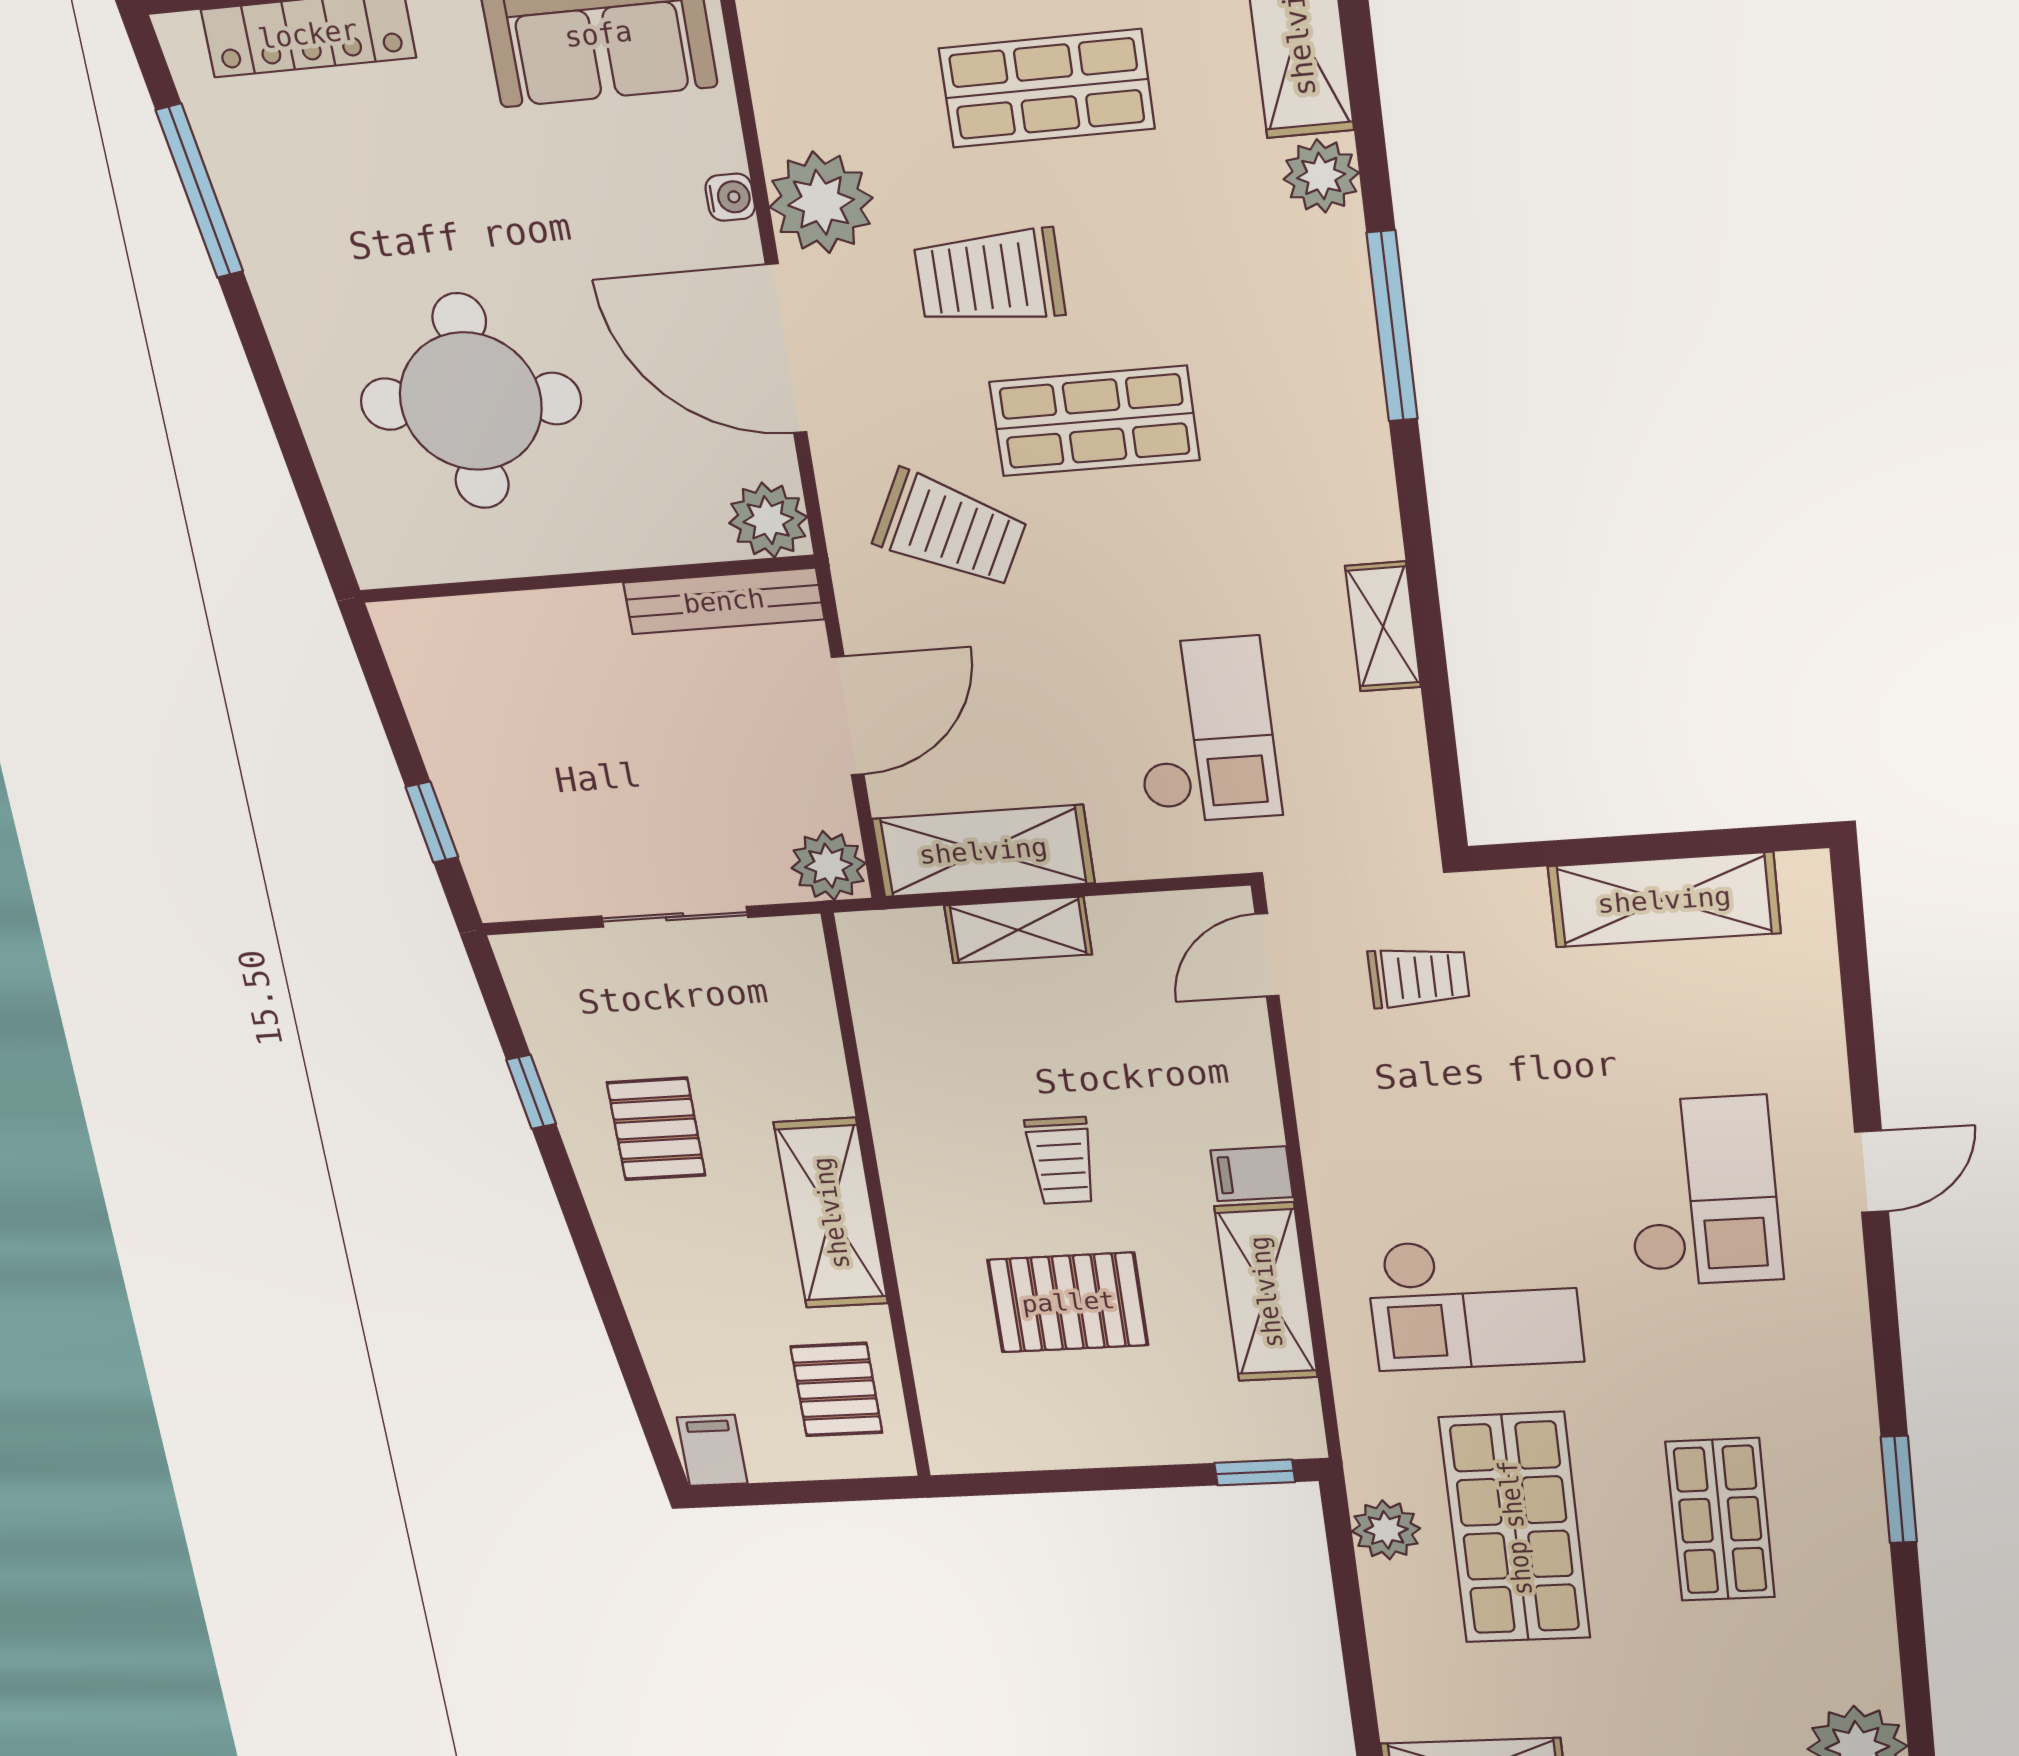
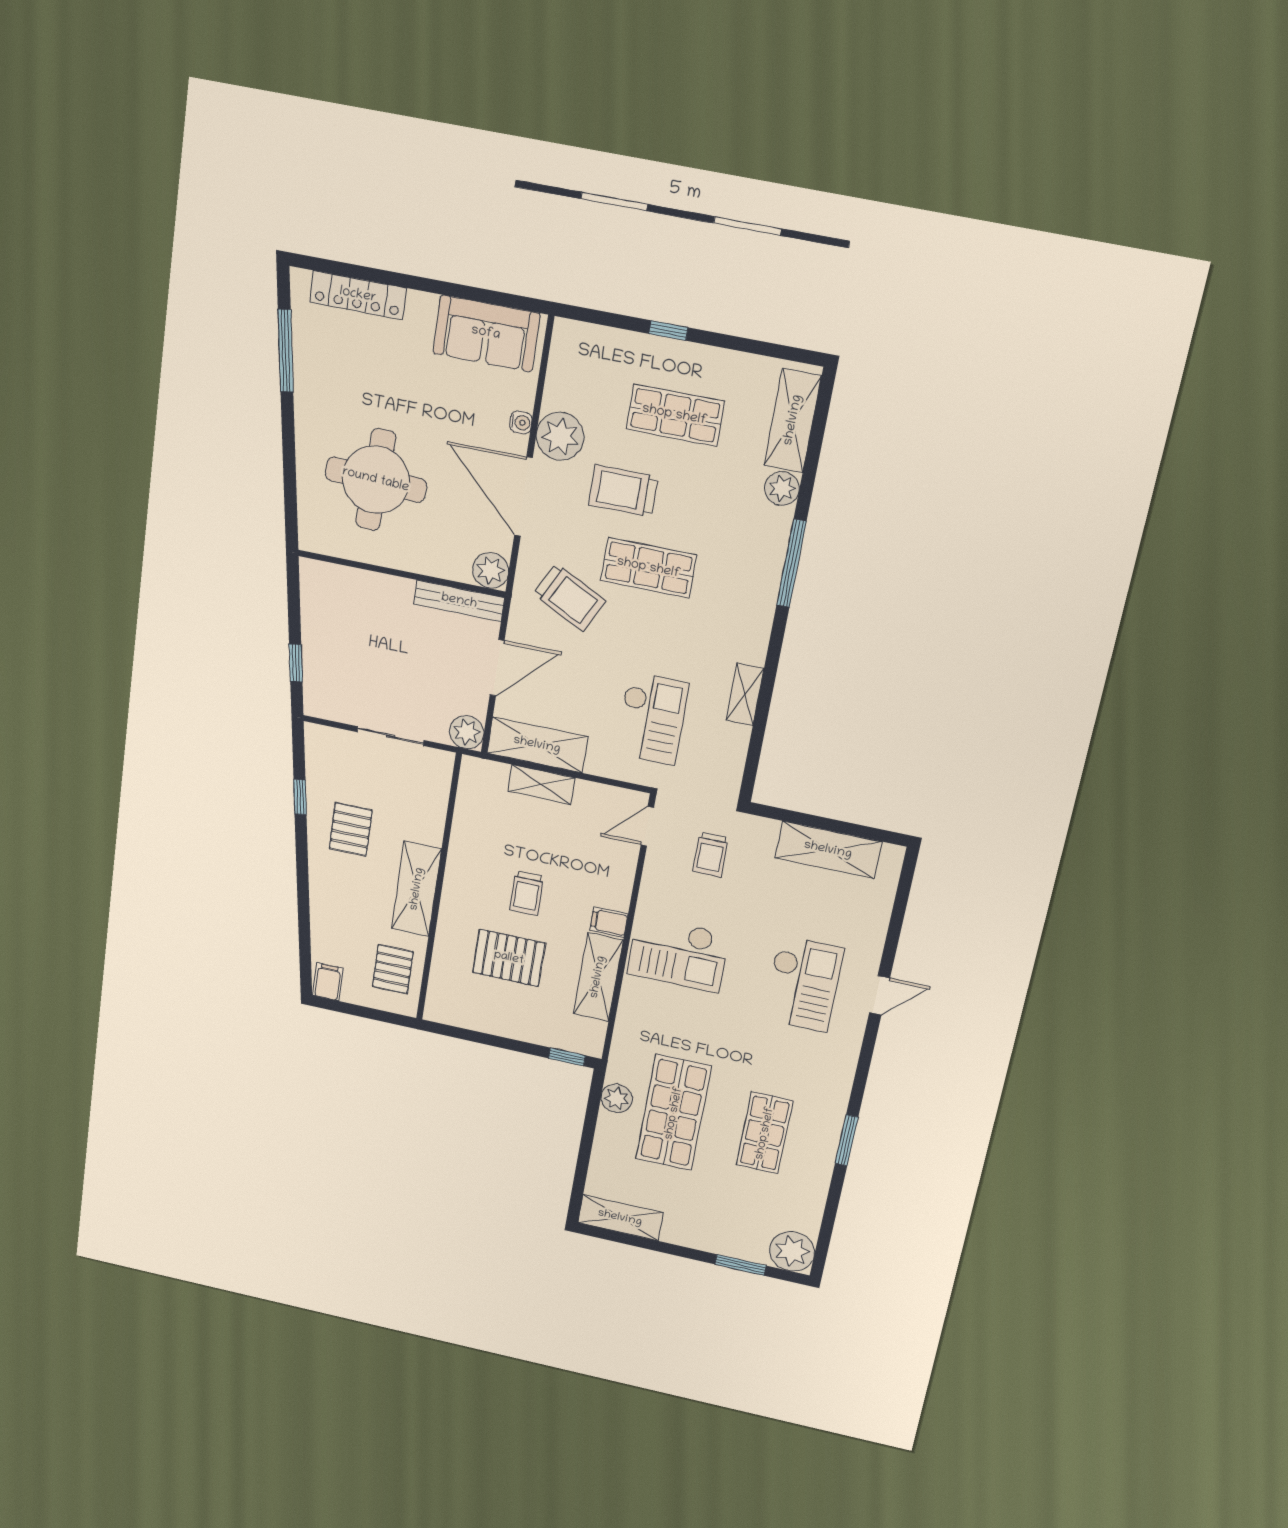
trolley: (1419, 977) -> (710, 854), turned 90
checkout: (1474, 1303) -> (678, 954), moved

